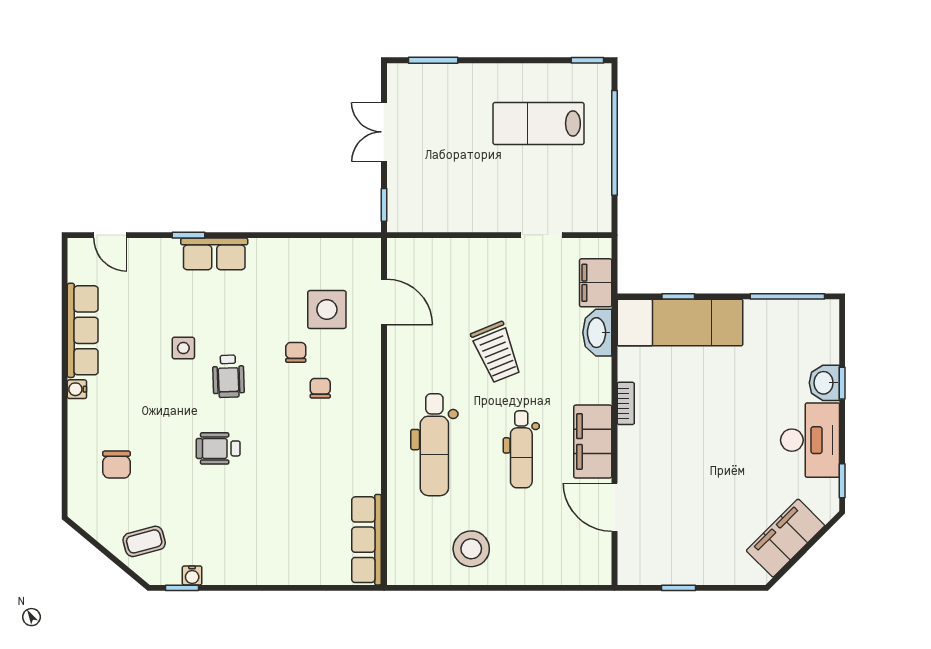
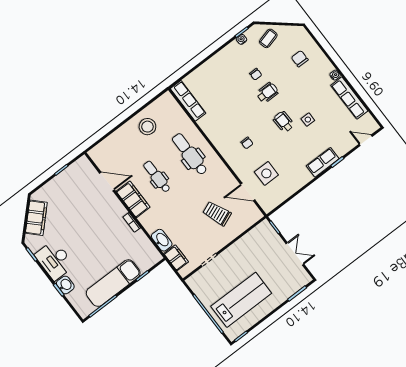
lab bench: (539, 123) -> (241, 300), width x1.36, depth x1.39
exam couch: (680, 323) -> (113, 283), moved
chair: (296, 352) -> (256, 74), moved
trolley: (496, 352) -> (217, 213), moved

